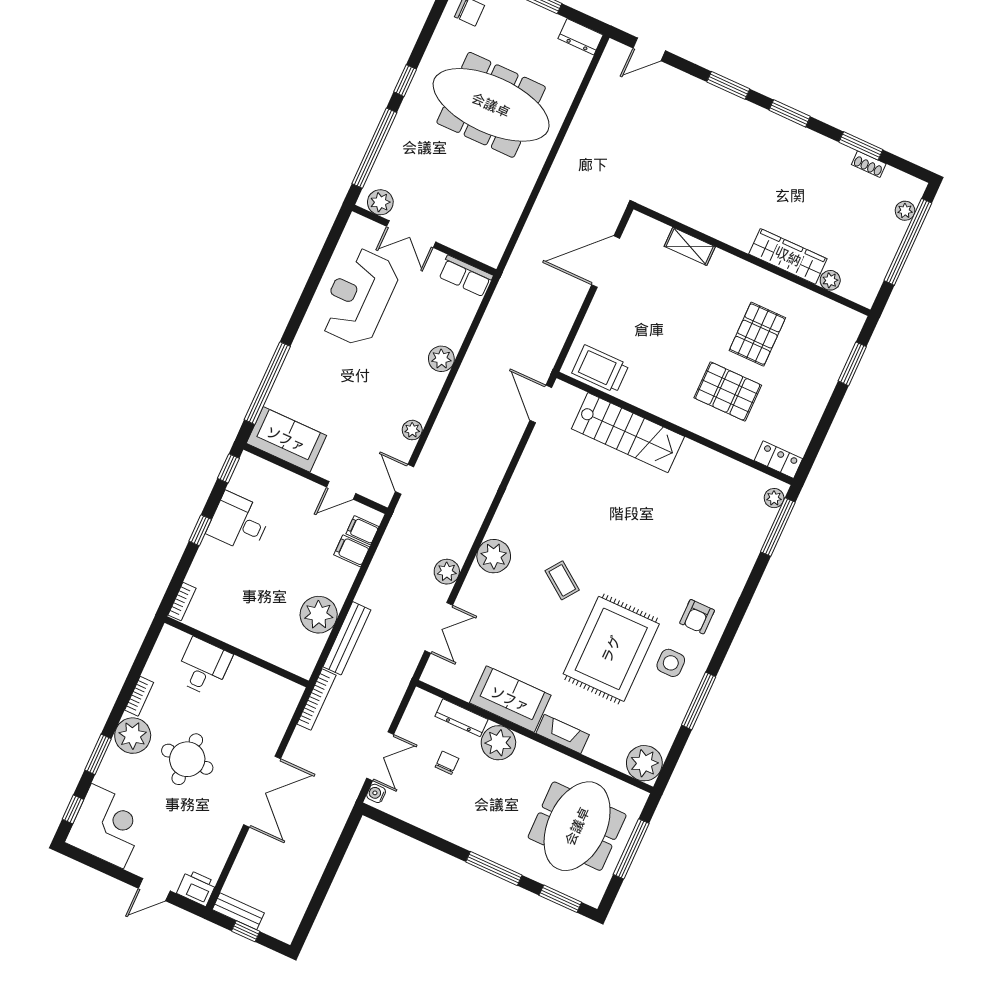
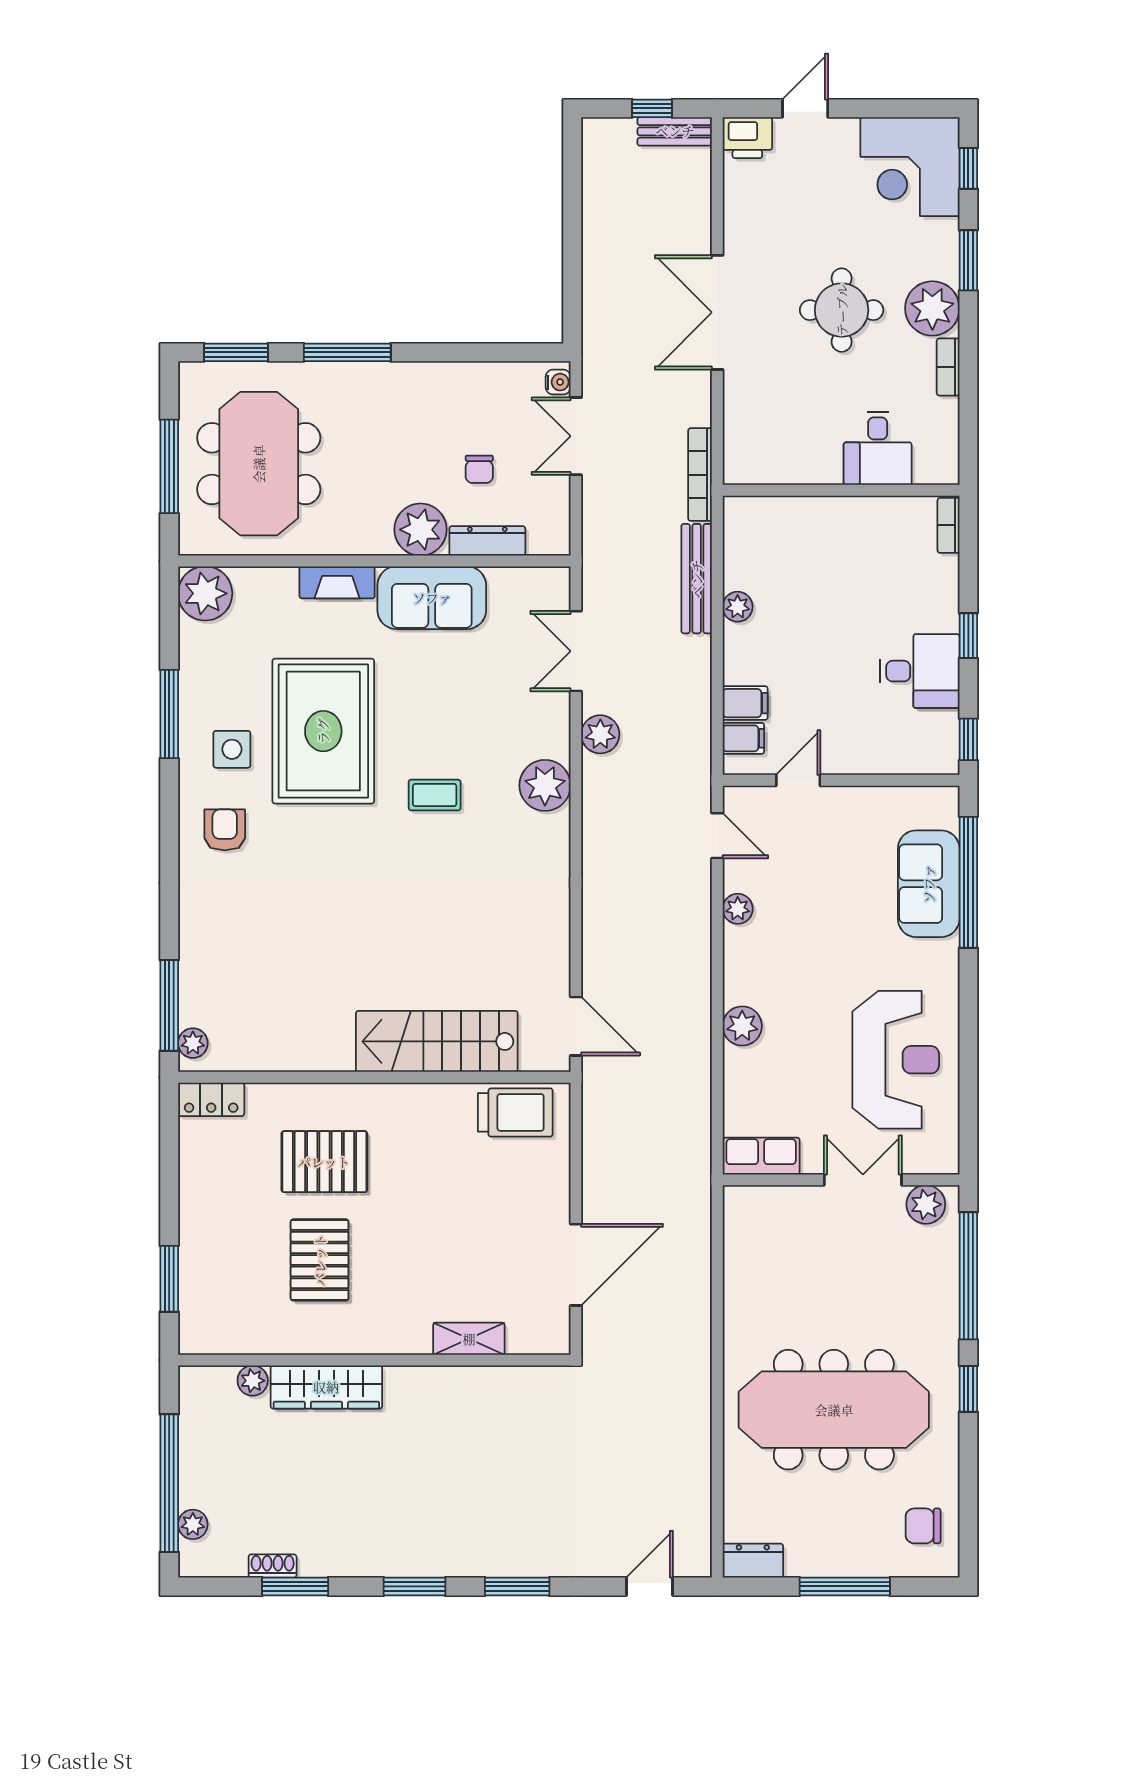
sofa: (286, 439) -> (929, 884), moved, turned 90
coffee table: (562, 580) -> (435, 795), turned -36
plant: (319, 615) -> (738, 607), width x0.53, depth x0.53

